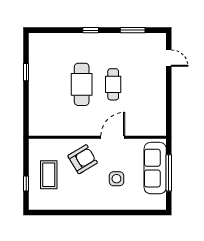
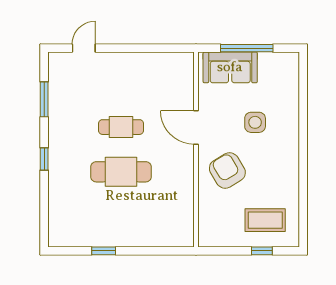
sofa: (155, 168) -> (230, 67), width x0.73
coffee table: (49, 175) -> (265, 220), moved

